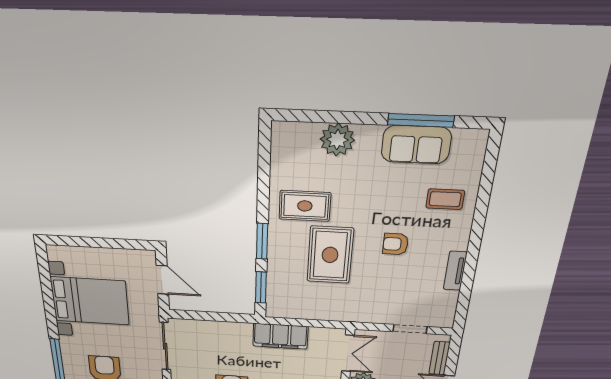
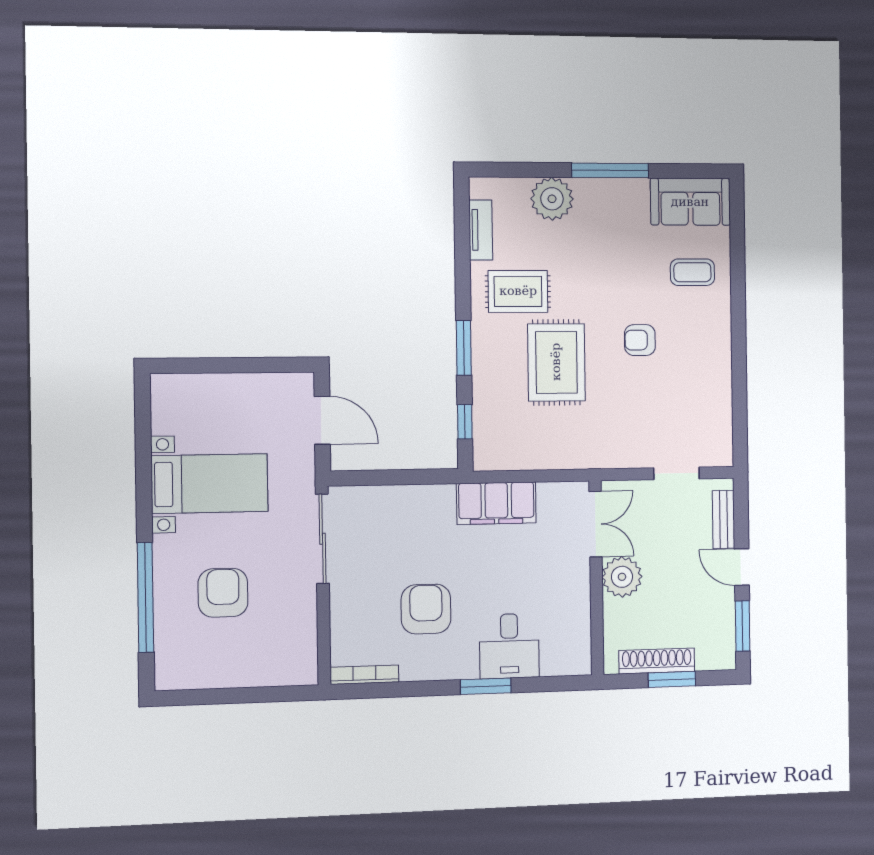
window: (421, 120) -> (610, 170), moved
sofa: (416, 145) -> (690, 202), moved
tv unit: (455, 271) -> (481, 230), moved, turned 180
window: (261, 288) -> (465, 422), width x0.67
bed with nightstands: (90, 301) -> (210, 484), width x0.73

